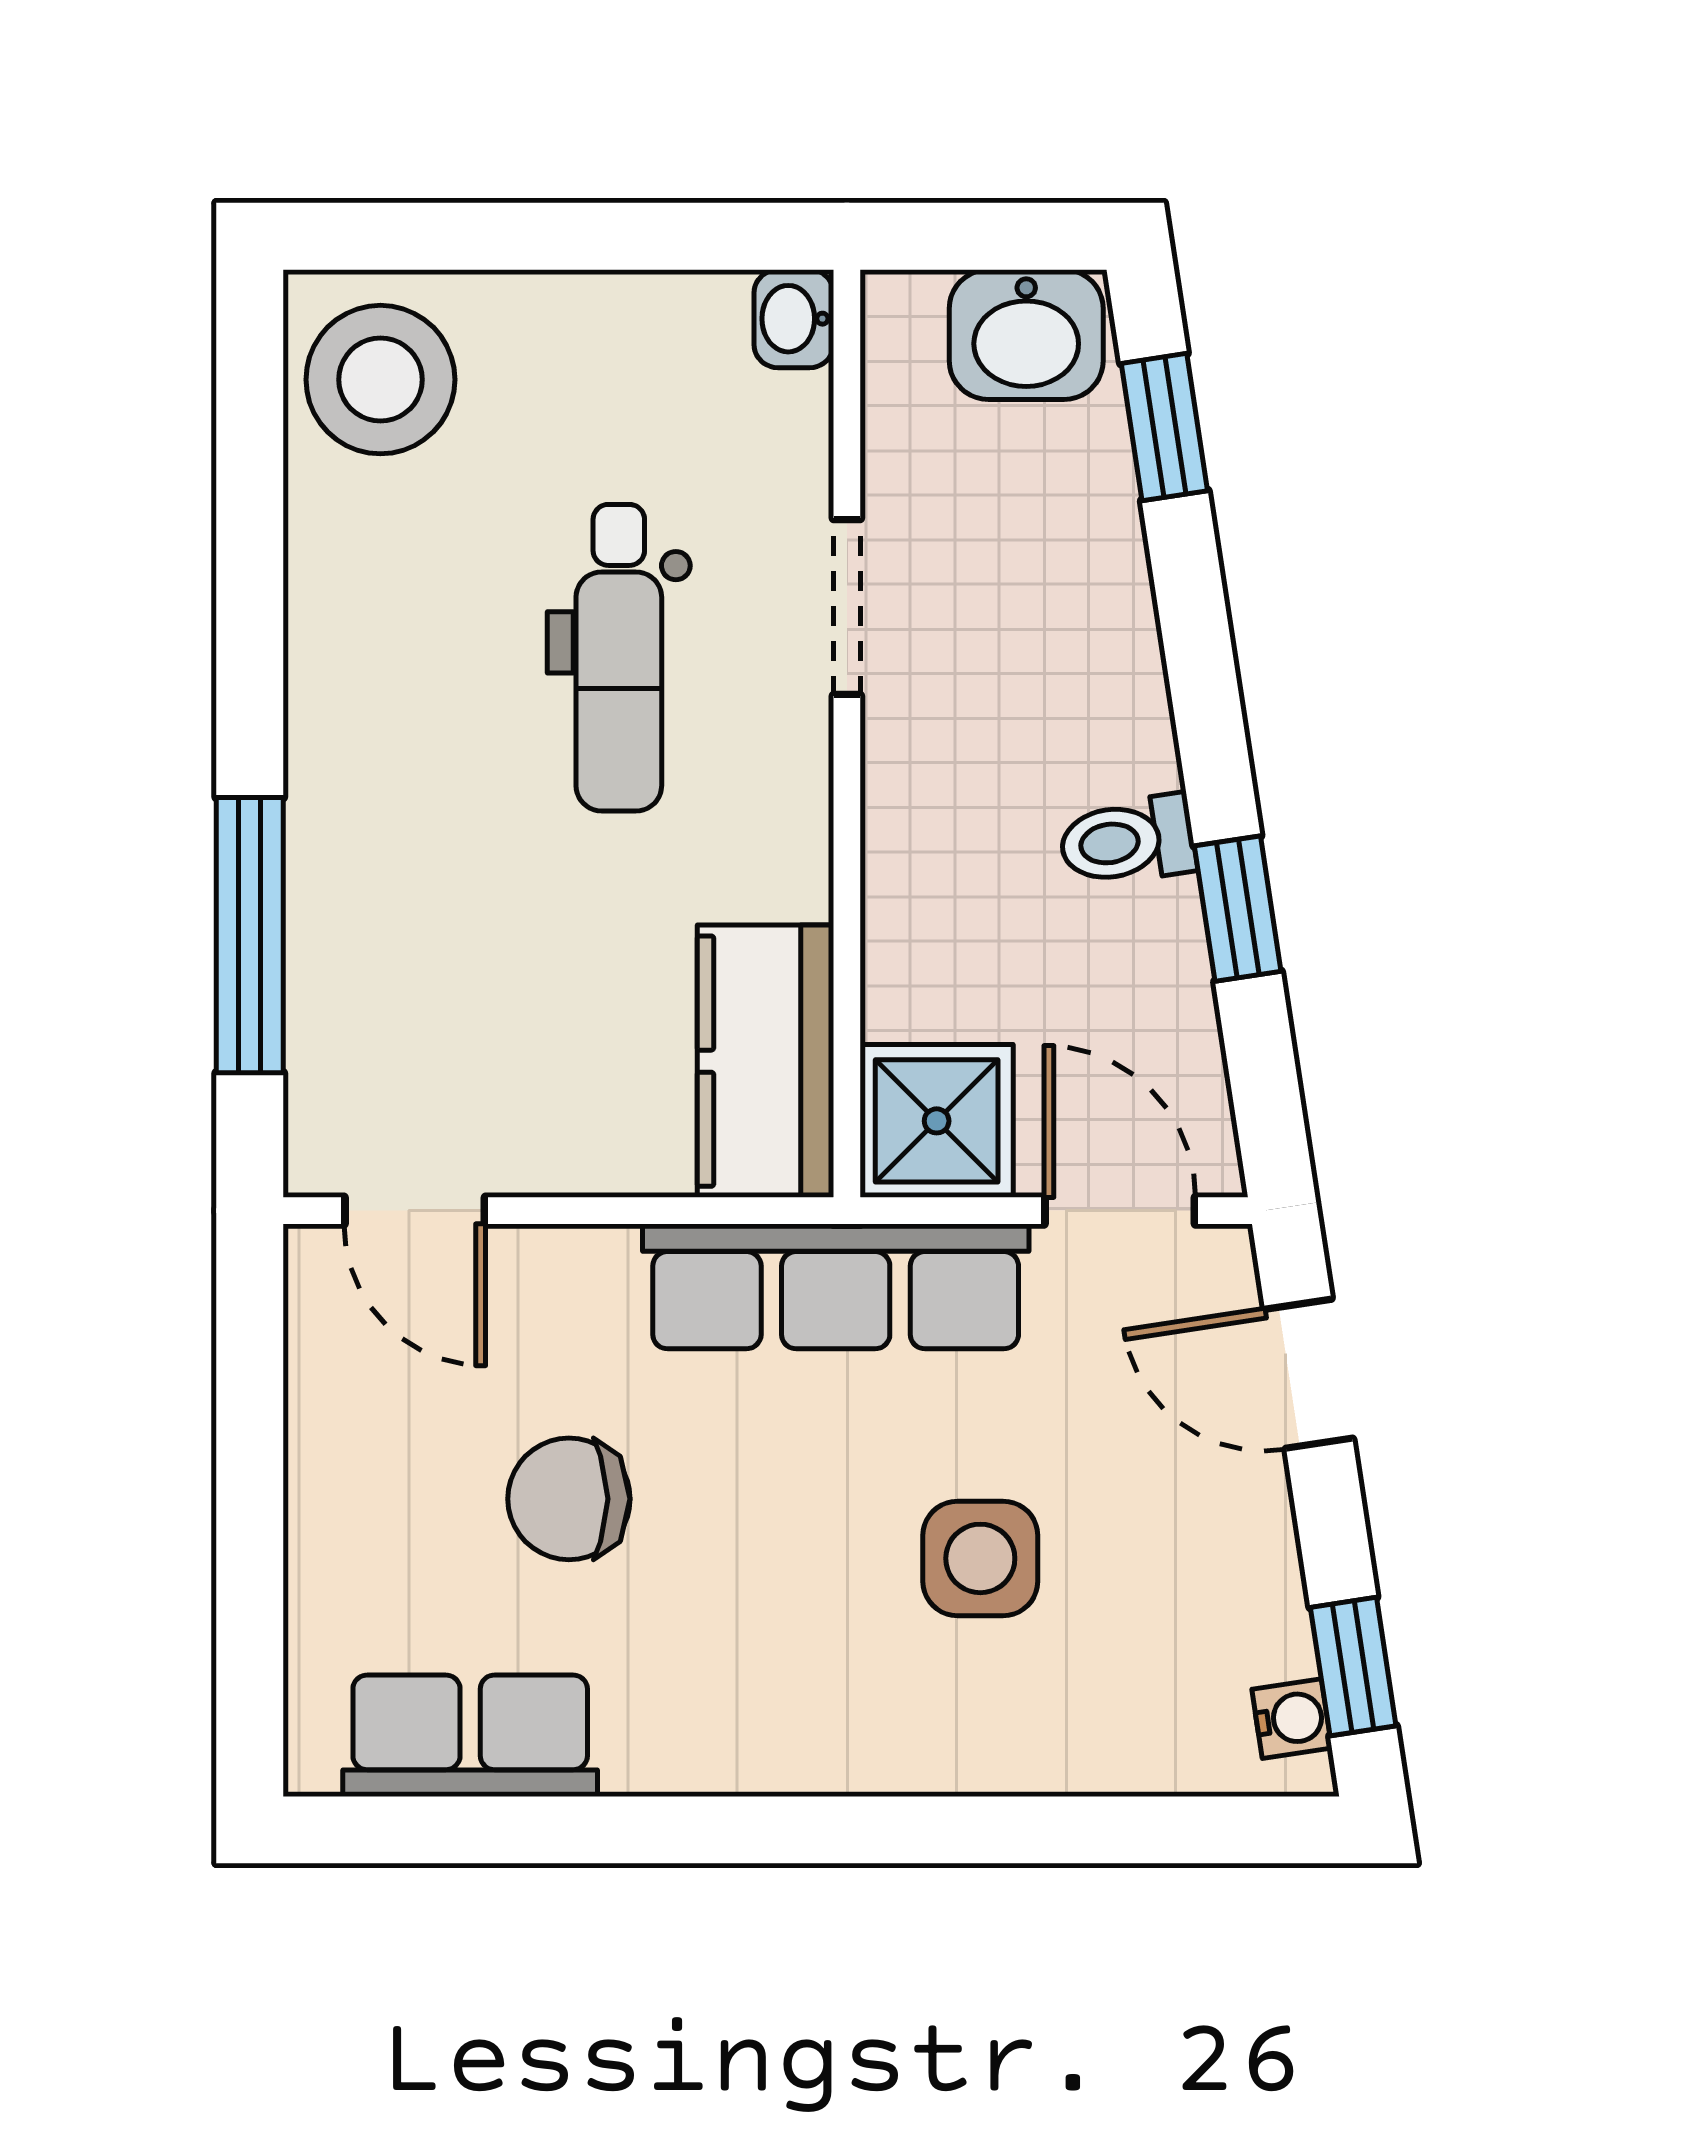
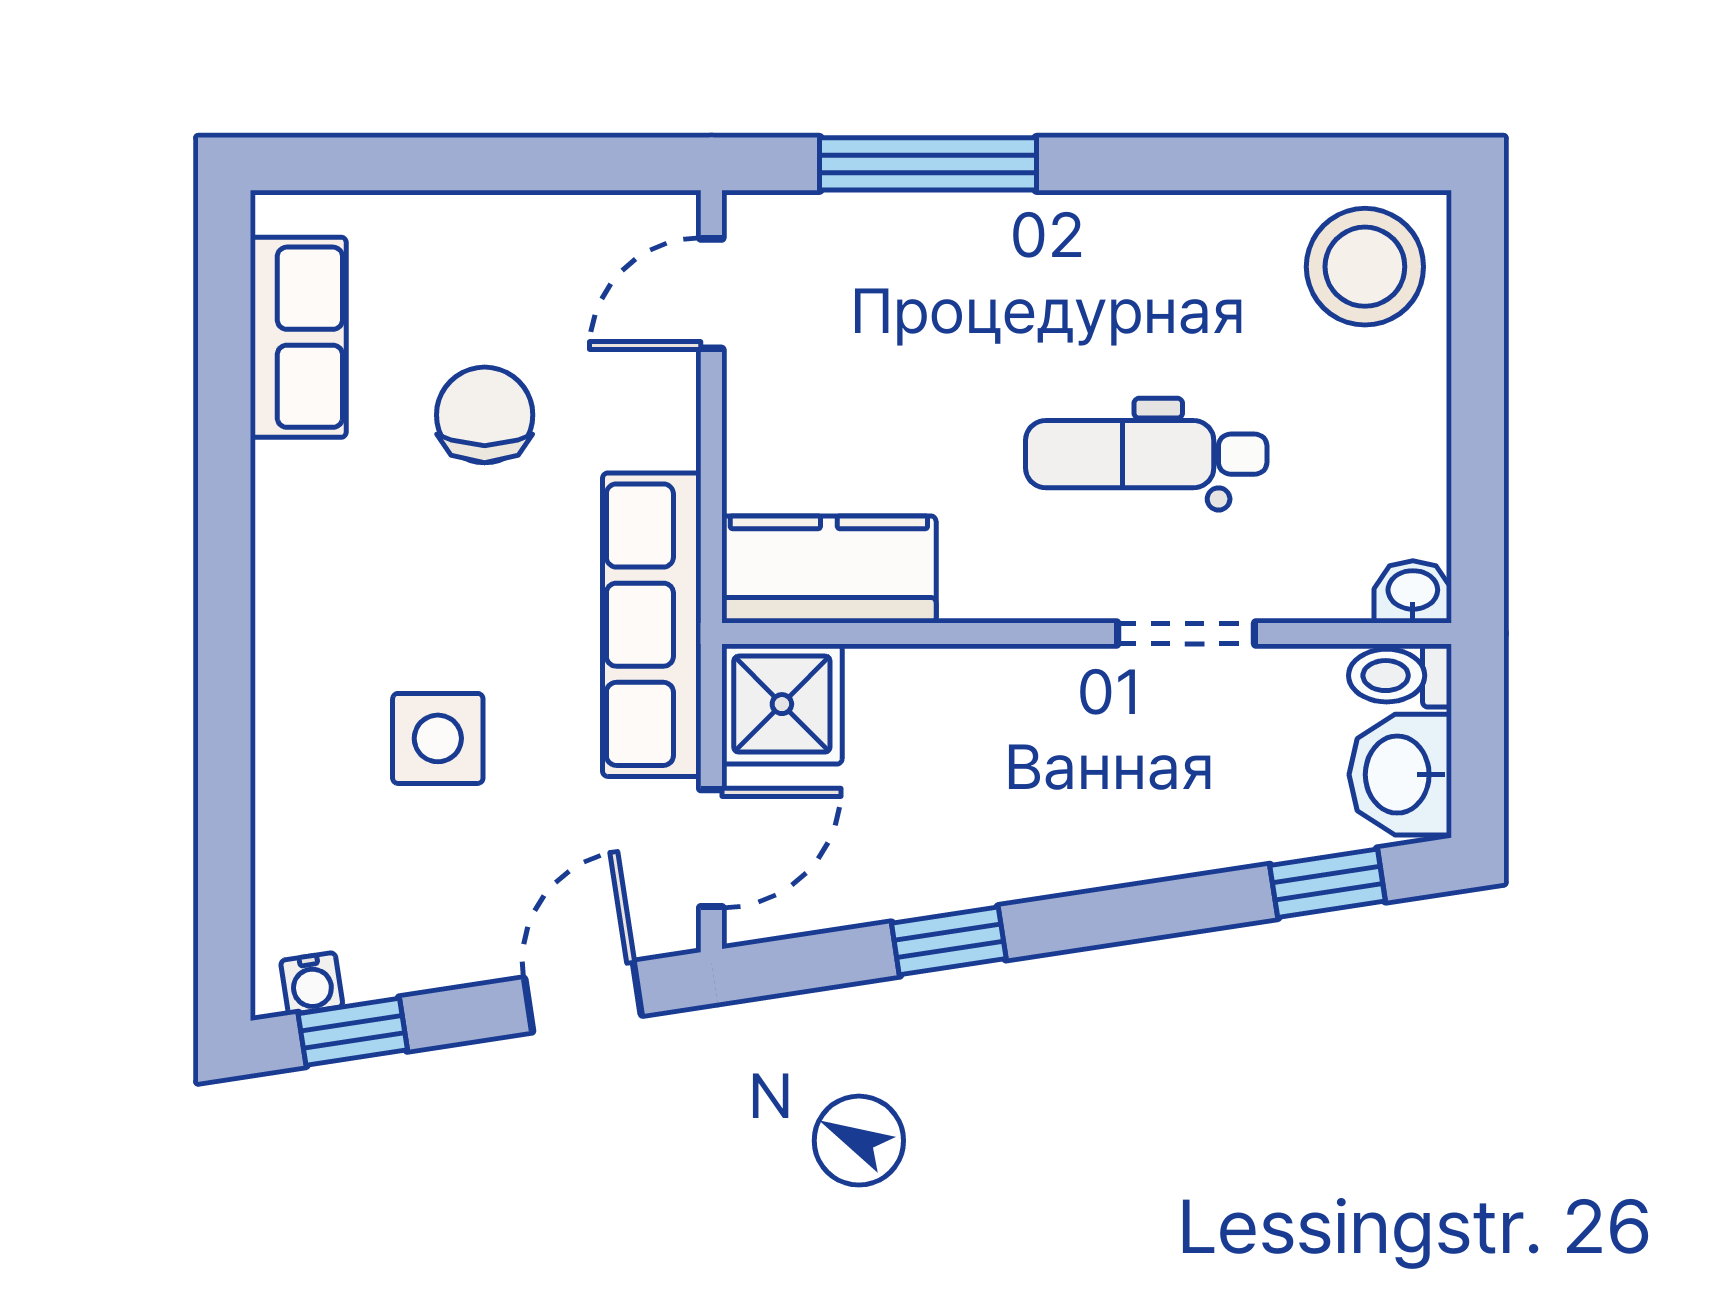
toilet: (1128, 841) -> (1400, 676), moved, turned -81

